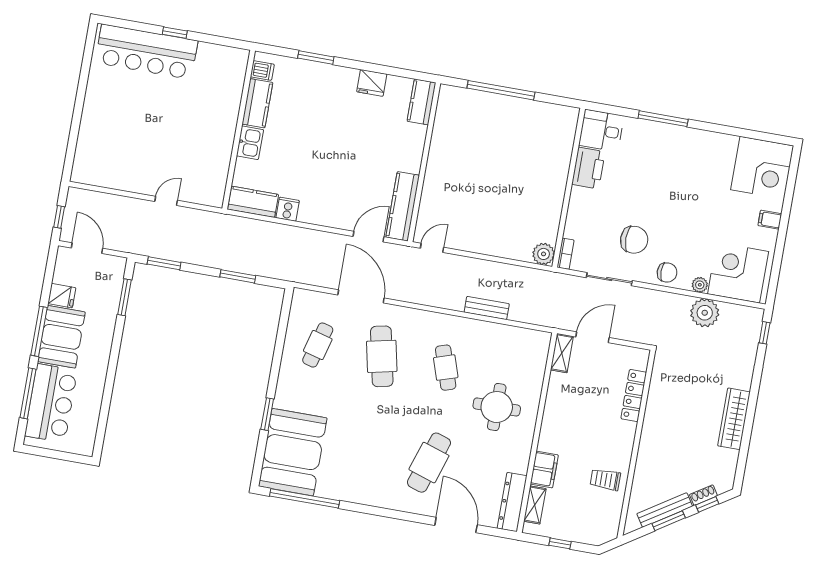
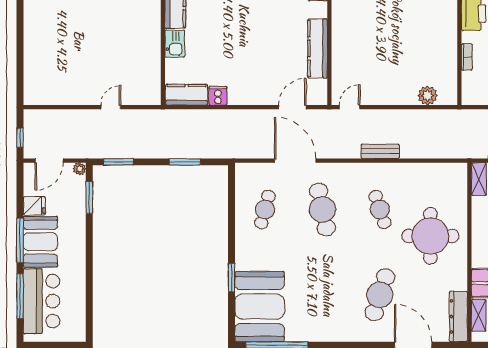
kitchen counter: (403, 206) -> (318, 48), moved
door: (87, 248) -> (49, 161), swing flipped
plant: (544, 254) -> (427, 95), moved
bookcase: (566, 254) -> (467, 57), moved
plant: (119, 263) -> (80, 169), added
bench: (487, 308) -> (380, 151), moved
round table: (497, 407) -> (430, 236), width x1.36, depth x1.36

